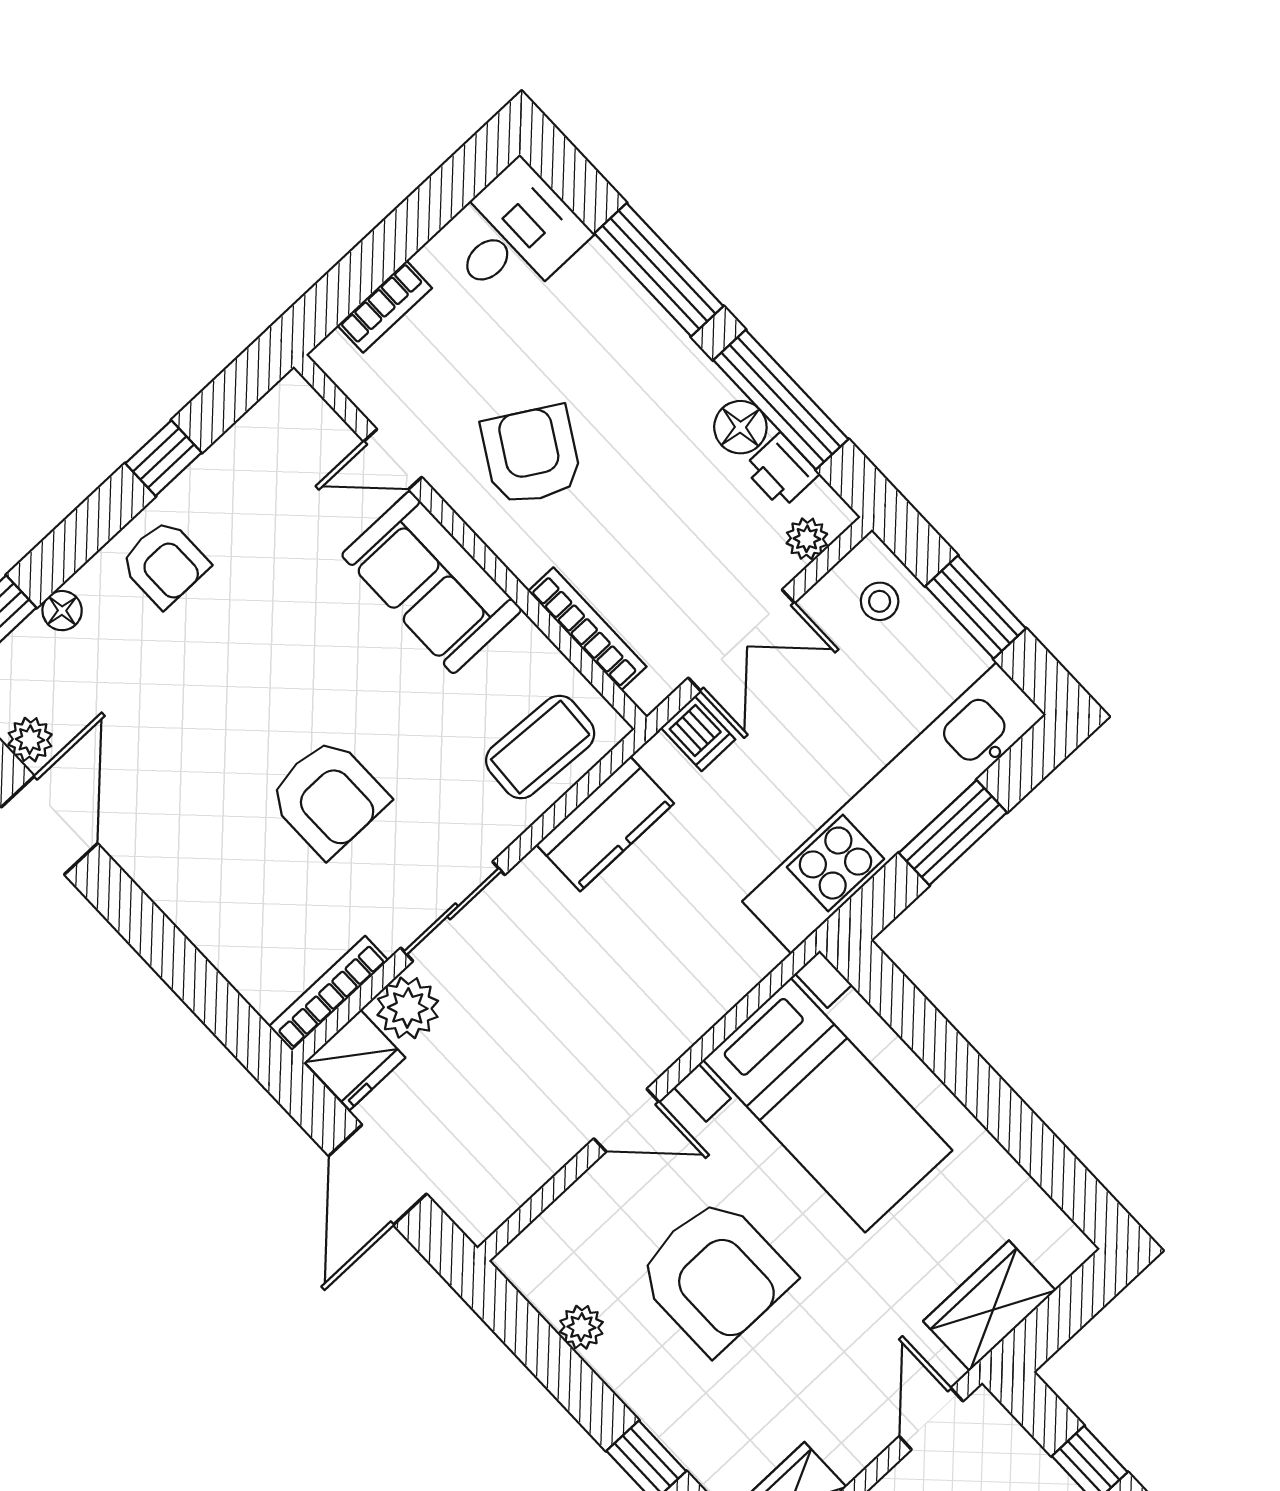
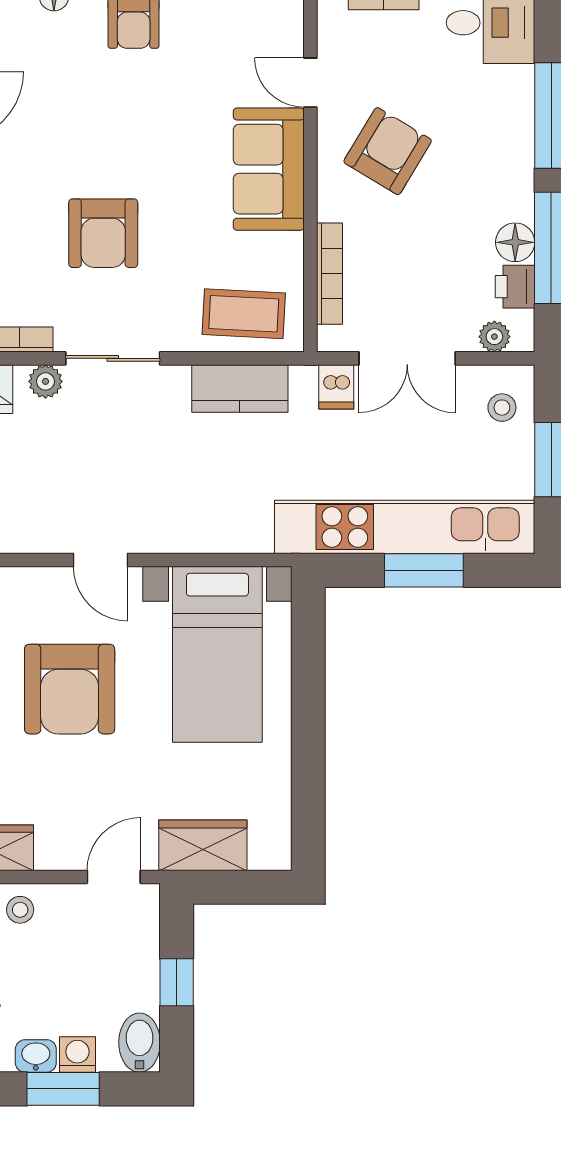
plant: (408, 1008) -> (45, 381), width x0.73, depth x0.73

